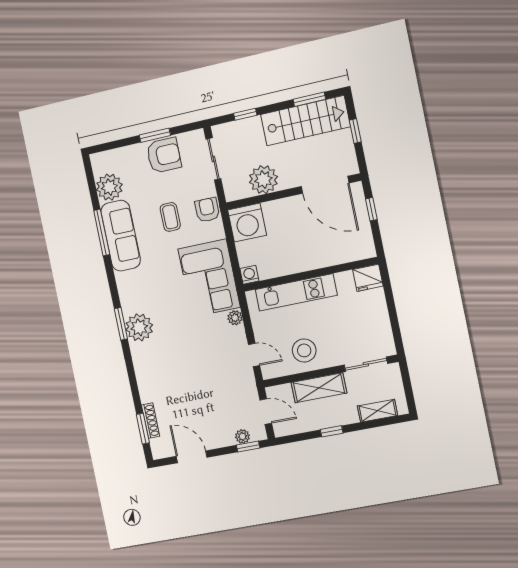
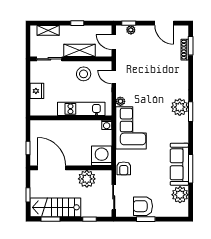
coffee table: (170, 217) -> (147, 169), removed
fridge: (368, 278) -> (37, 91), moved, turned 90

